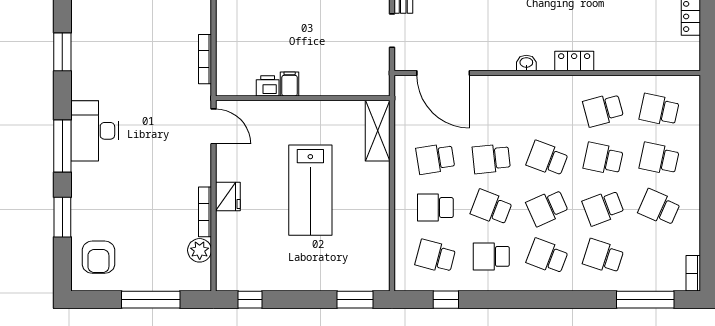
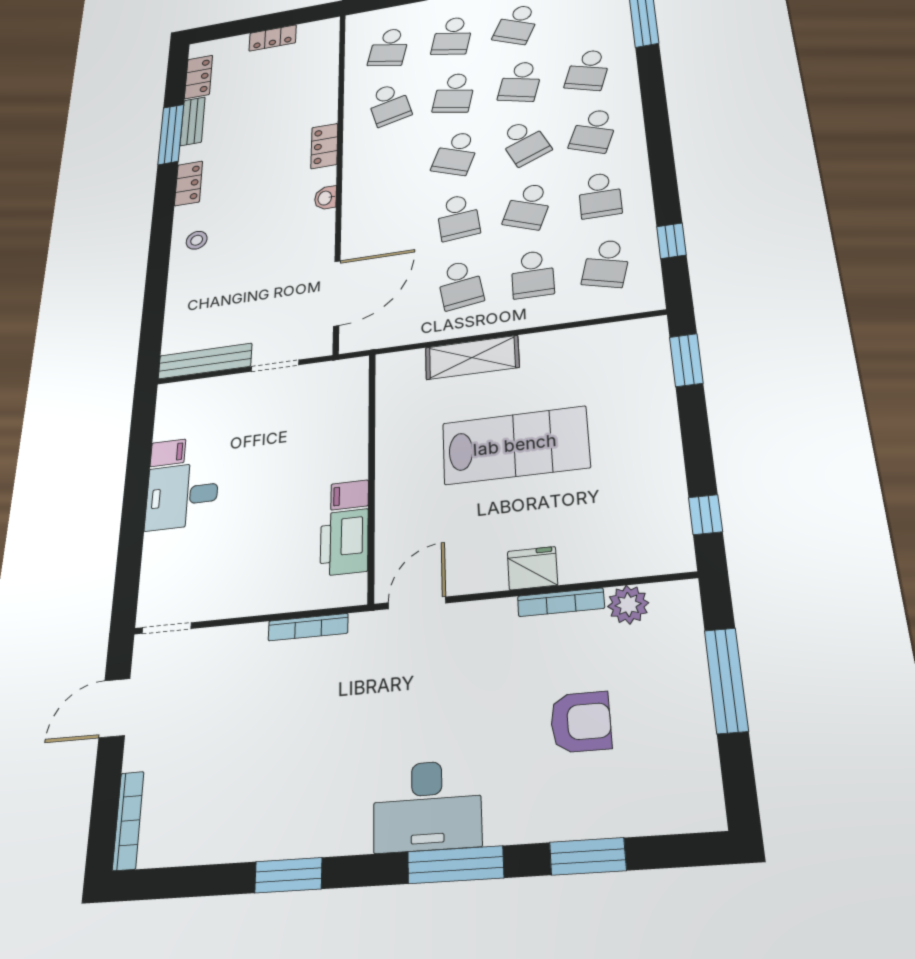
printer: (268, 86) -> (344, 542), width x1.87, depth x1.48
shelving: (378, 131) -> (472, 358), moved
school desk: (603, 208) -> (520, 82), turned 36
armchair: (98, 257) -> (581, 722), moved

